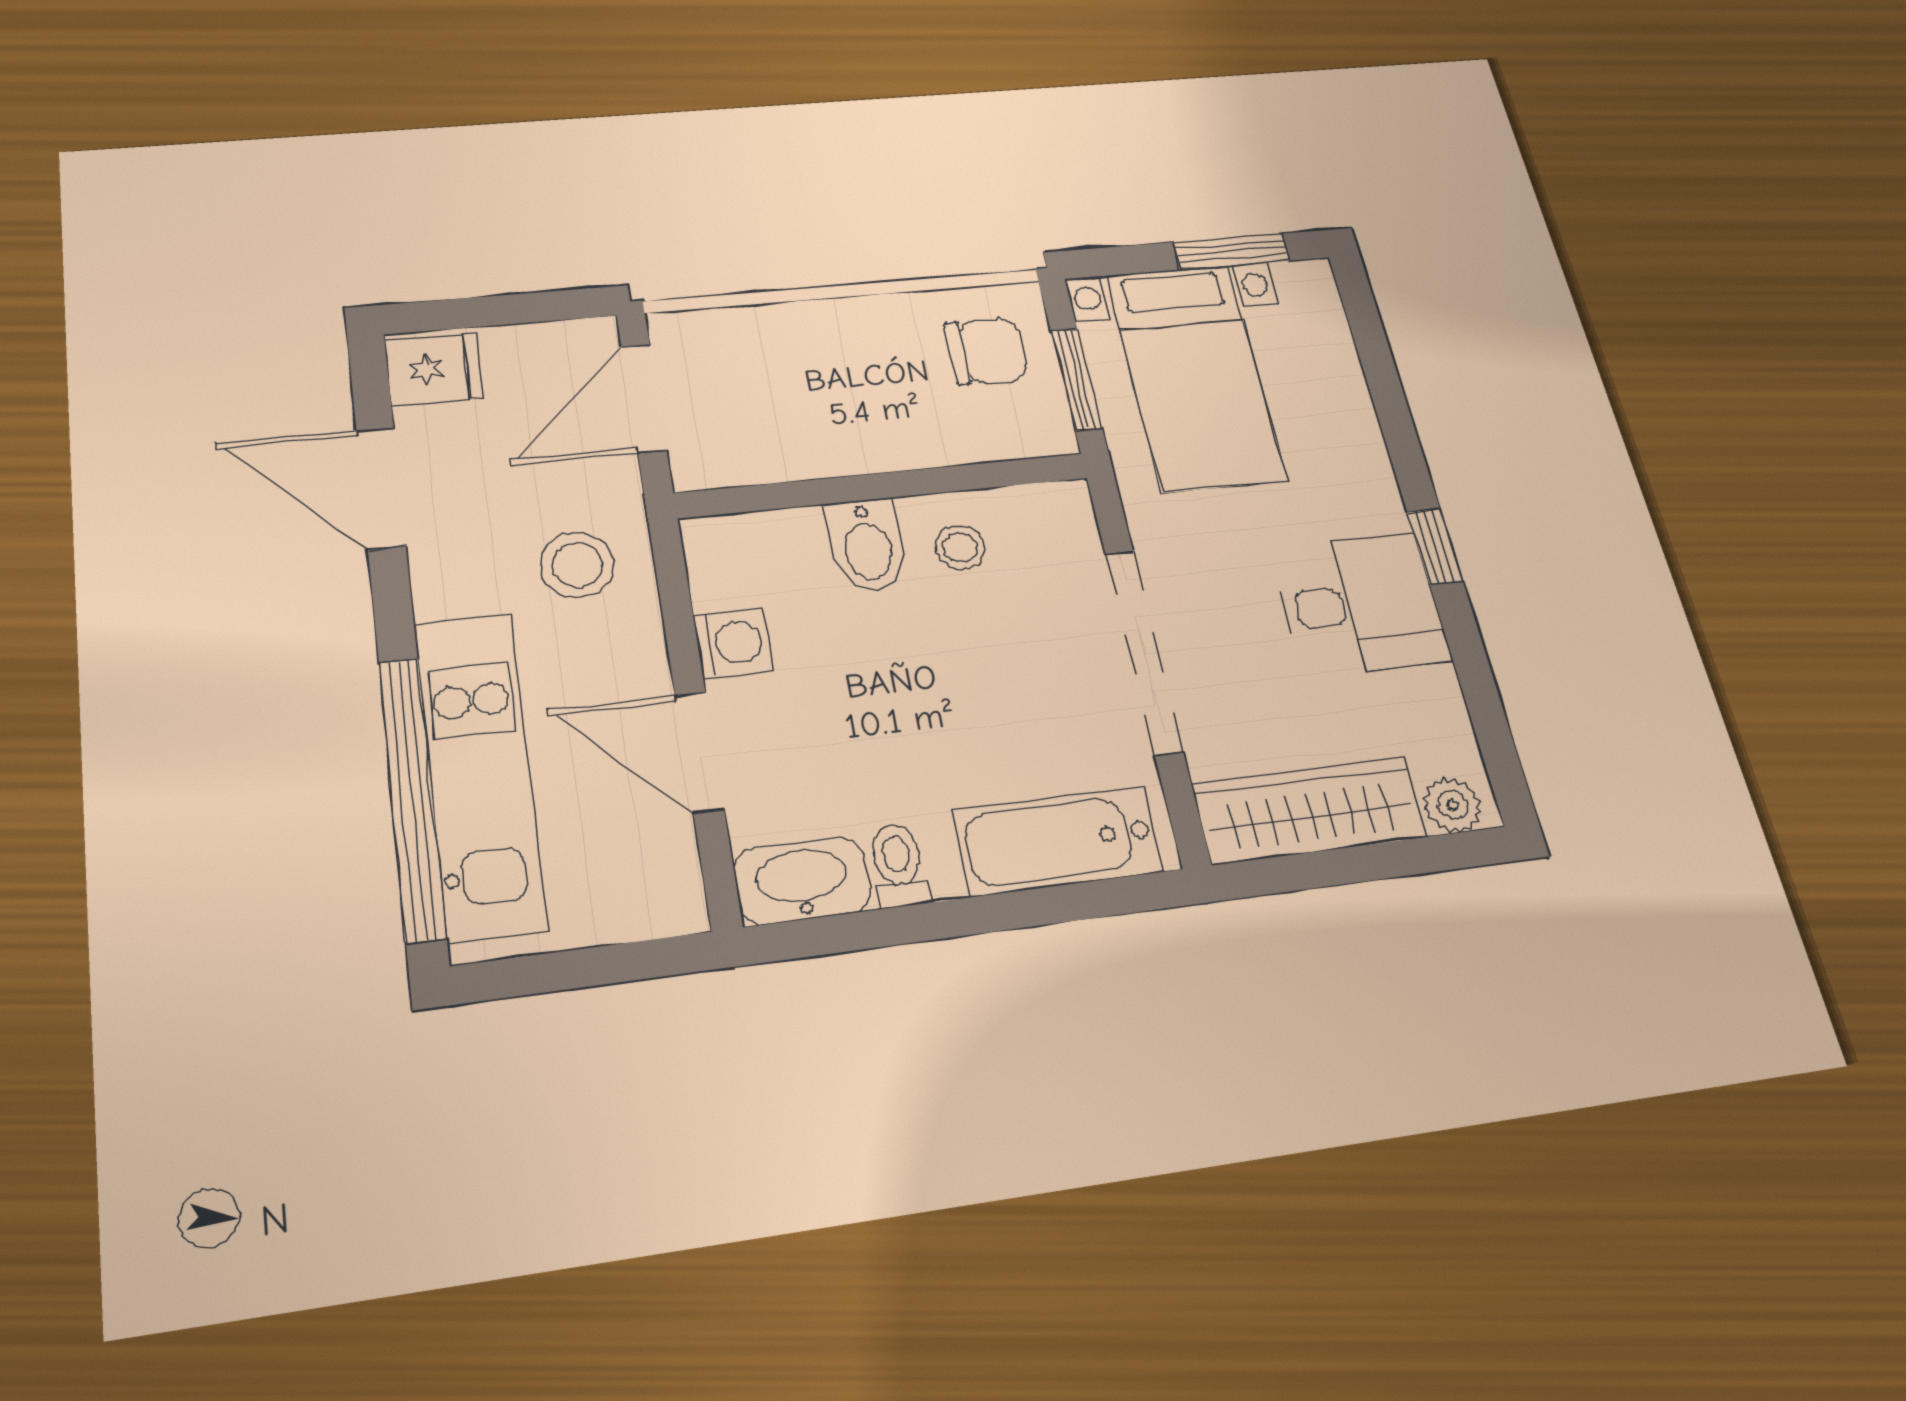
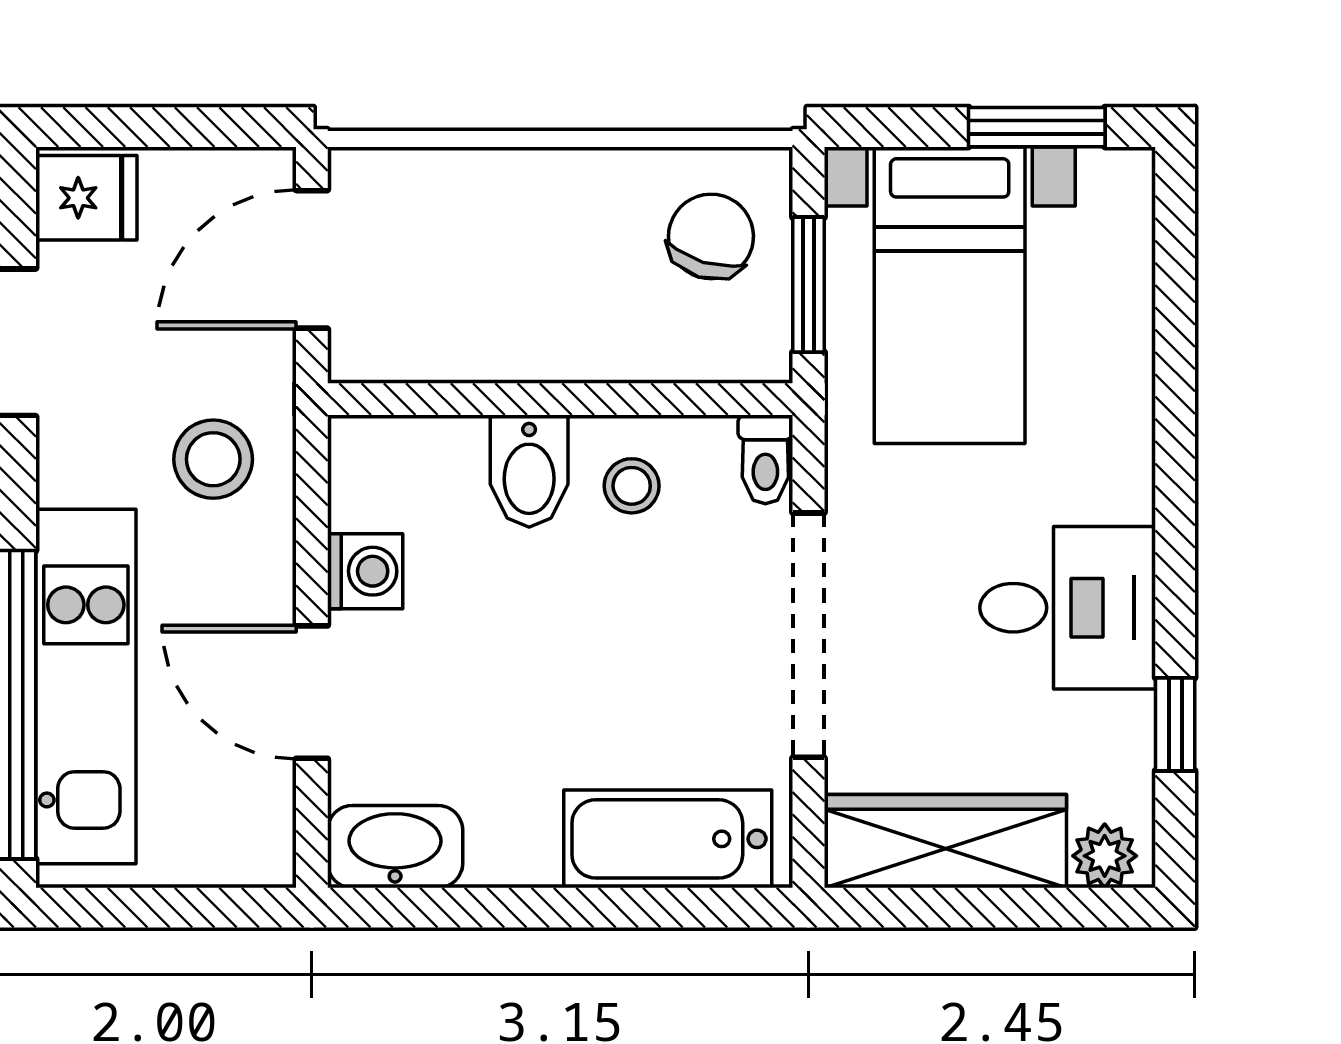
chair: (986, 351) -> (711, 236), turned -73
window: (1435, 546) -> (1175, 724), moved
toilet: (898, 865) -> (765, 459), moved, turned 180

